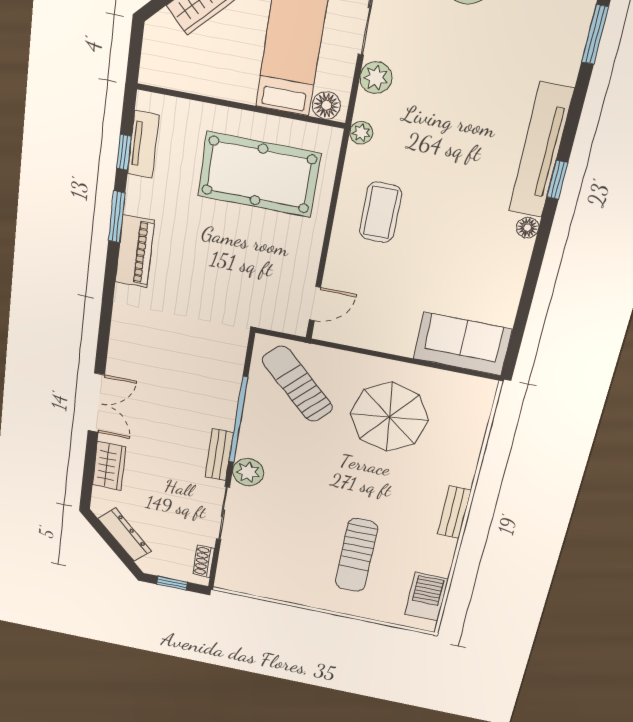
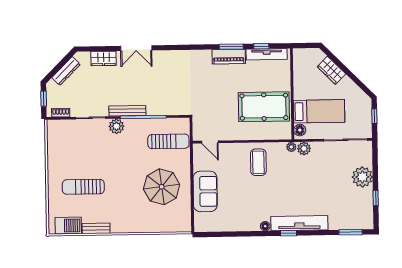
plant: (376, 78) -> (304, 148), moved
tv unit: (143, 144) -> (267, 54), width x1.41
pool table: (259, 175) -> (264, 107), turned 90
coffee table: (380, 212) -> (258, 162), turned 90
piano: (135, 251) -> (229, 57), moved
sofa: (462, 344) -> (205, 191), moved
sun lounger: (297, 384) -> (168, 141), turned 46
bench: (219, 455) -> (127, 111), width x1.36
bench: (454, 512) -> (96, 228), moved

